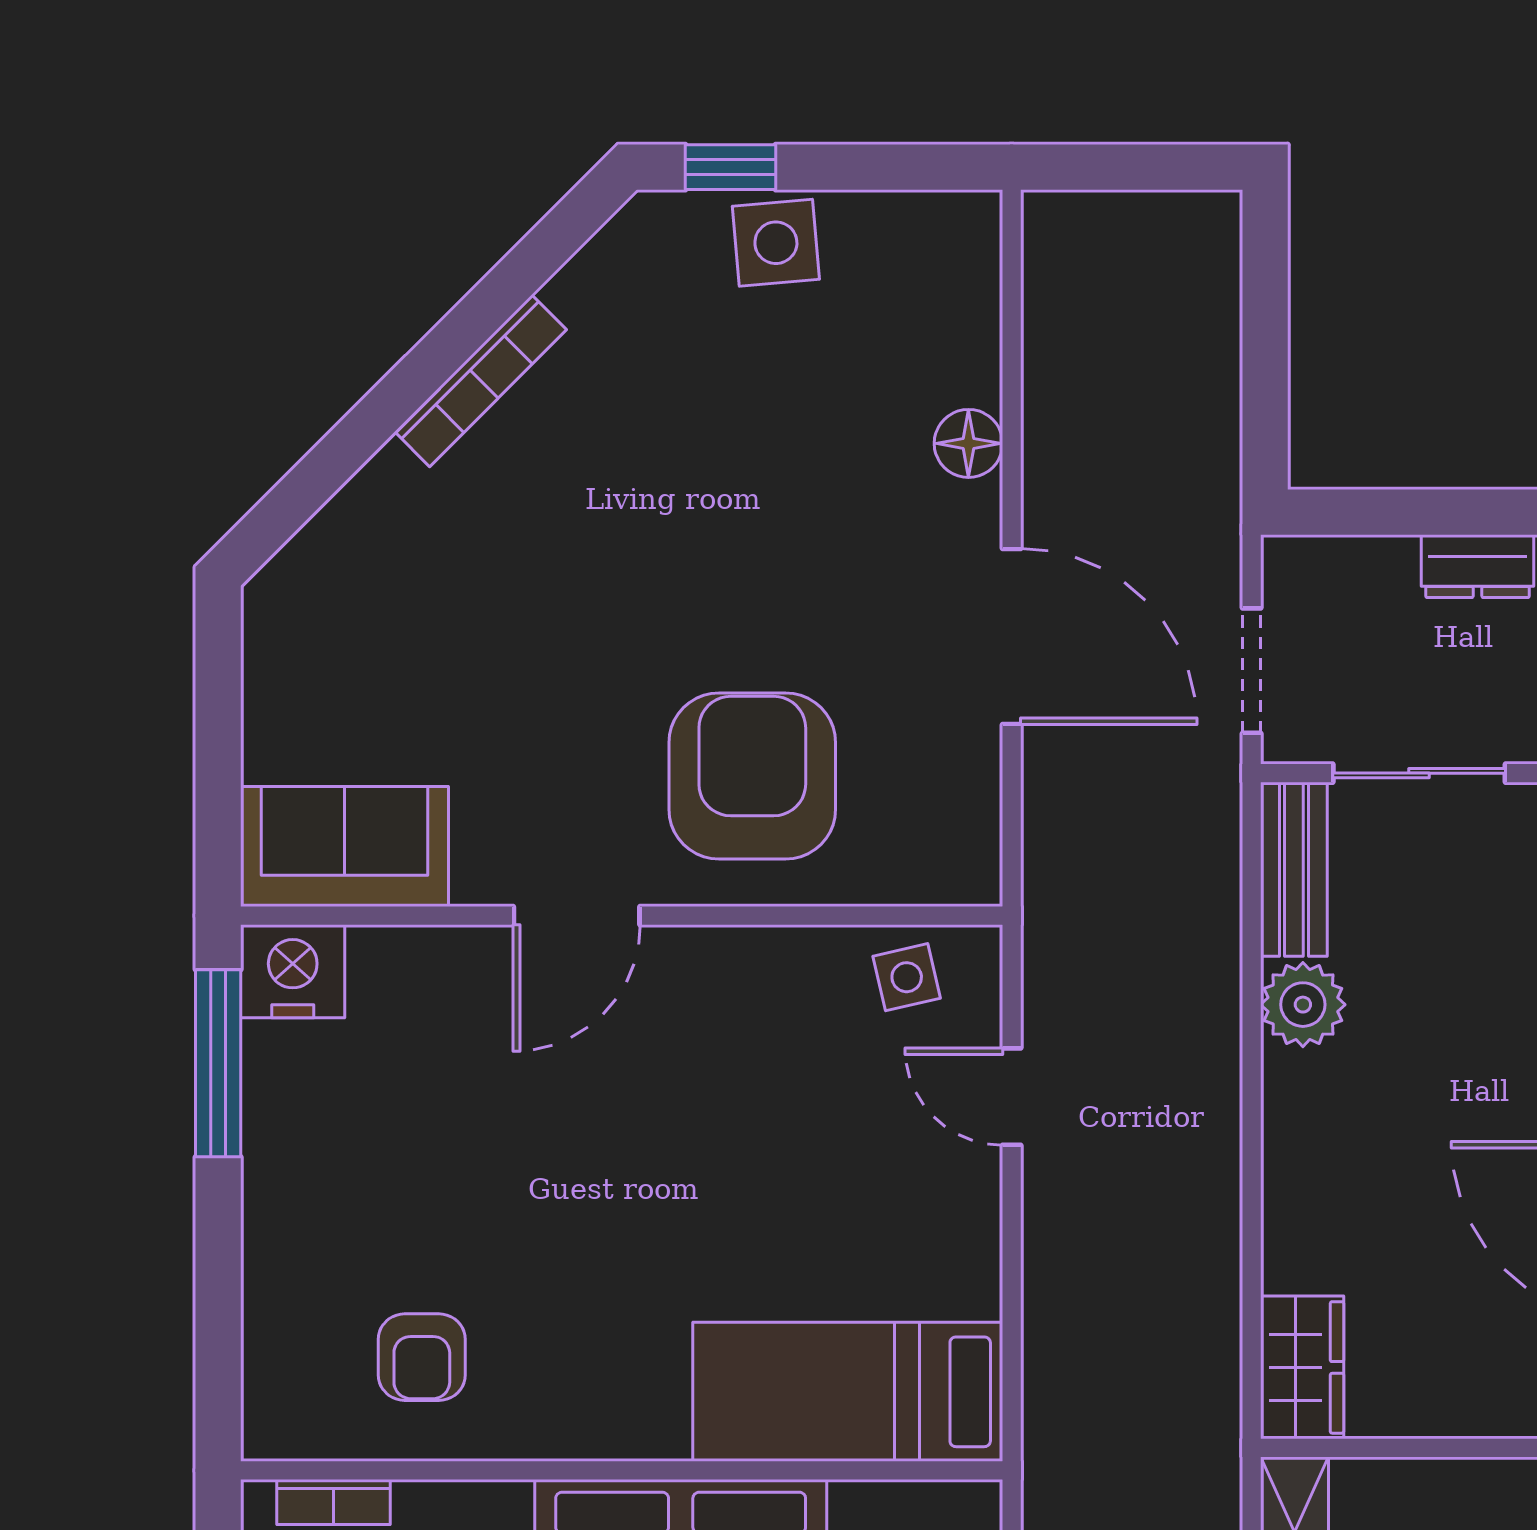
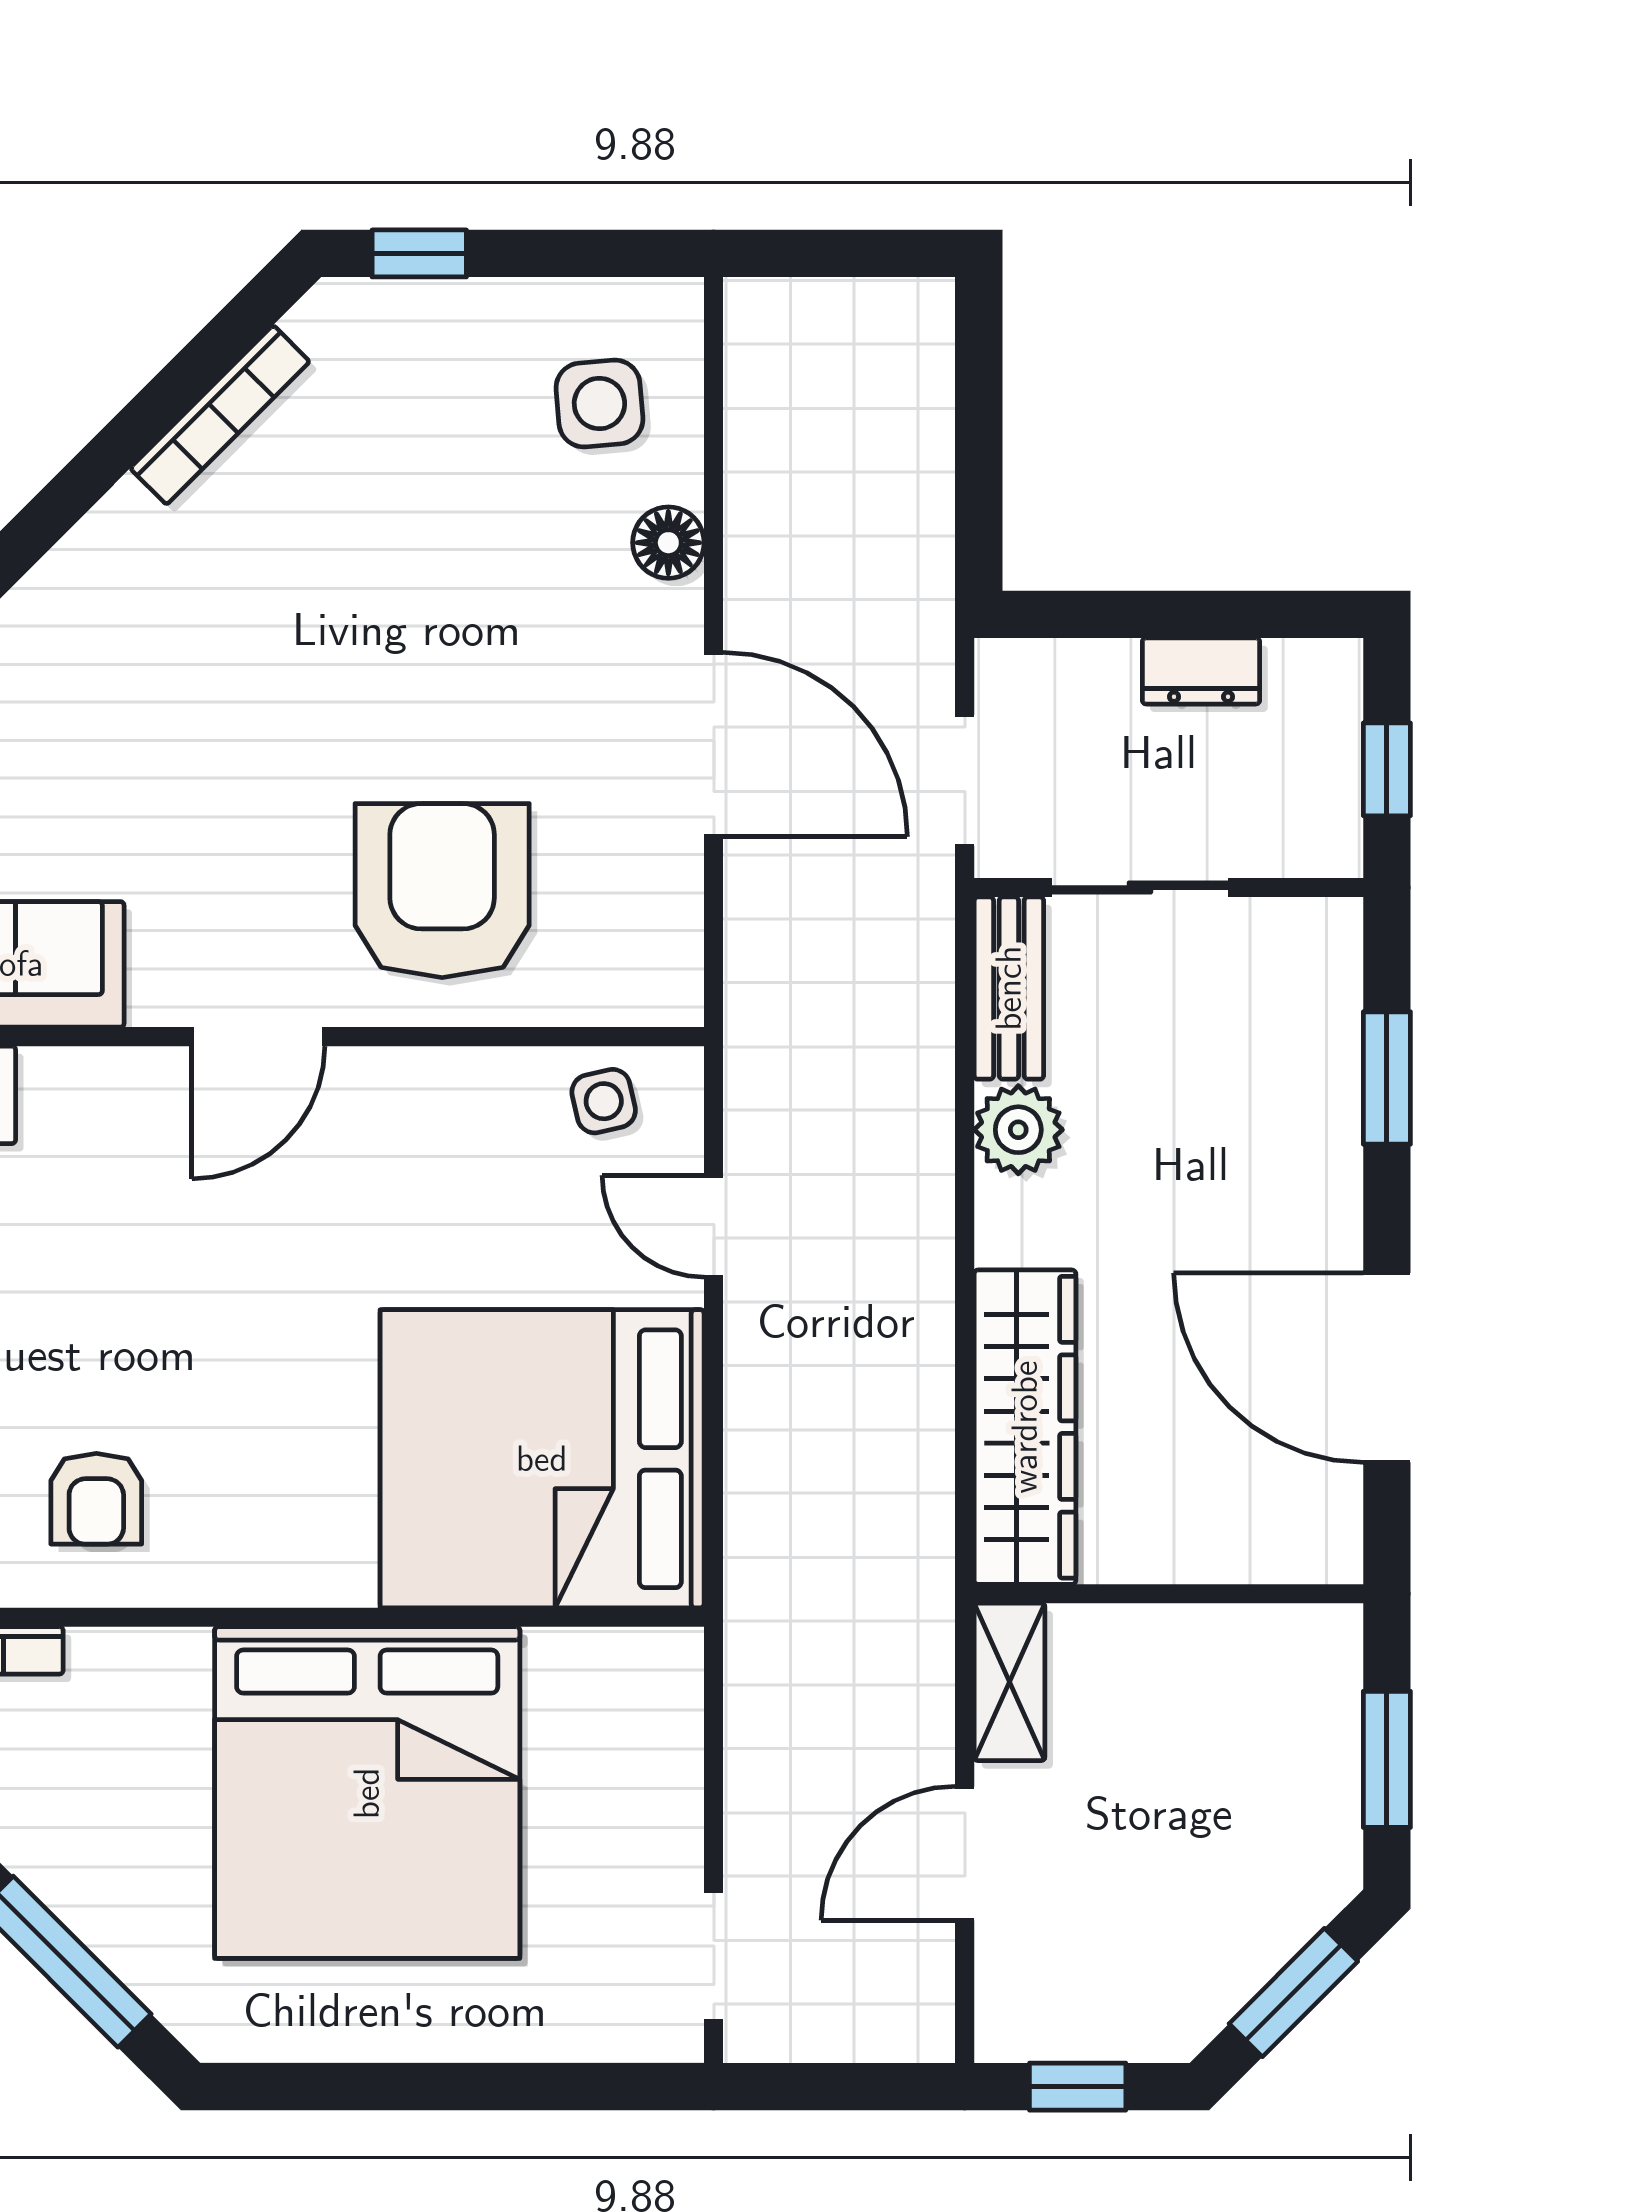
side table: (776, 243) -> (599, 403), moved
bookcase: (481, 381) -> (220, 415), moved
wardrobe: (1302, 1367) -> (1025, 1427), width x2.10, depth x1.17
bed: (848, 1392) -> (542, 1459), width x2.04

